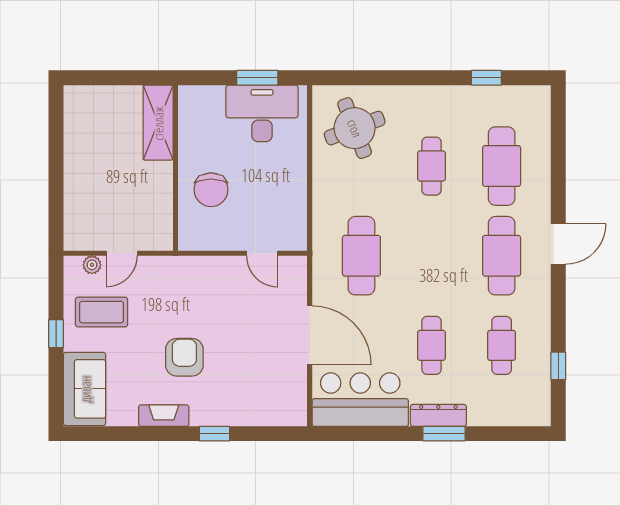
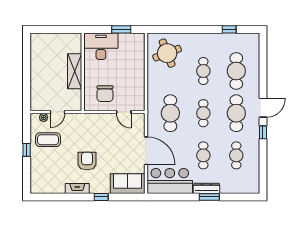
desk: (262, 113) -> (101, 46), moved
shelving: (158, 123) -> (75, 71), moved
chair: (211, 190) -> (105, 94), moved
cafe table: (432, 256) -> (203, 113), added
window: (558, 366) -> (263, 132), moved
sofa: (85, 389) -> (128, 184), moved, turned -90

